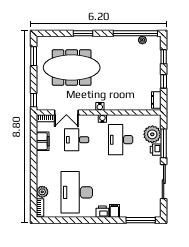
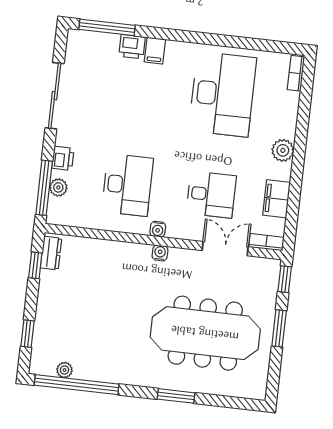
window: (34, 56) -> (279, 328), moved
window: (164, 81) -> (35, 265), moved
plant: (152, 134) -> (58, 187), width x0.53, depth x0.53
window: (164, 143) -> (44, 188), moved
plant: (42, 192) -> (283, 150), moved
printer: (102, 212) -> (132, 47), moved

